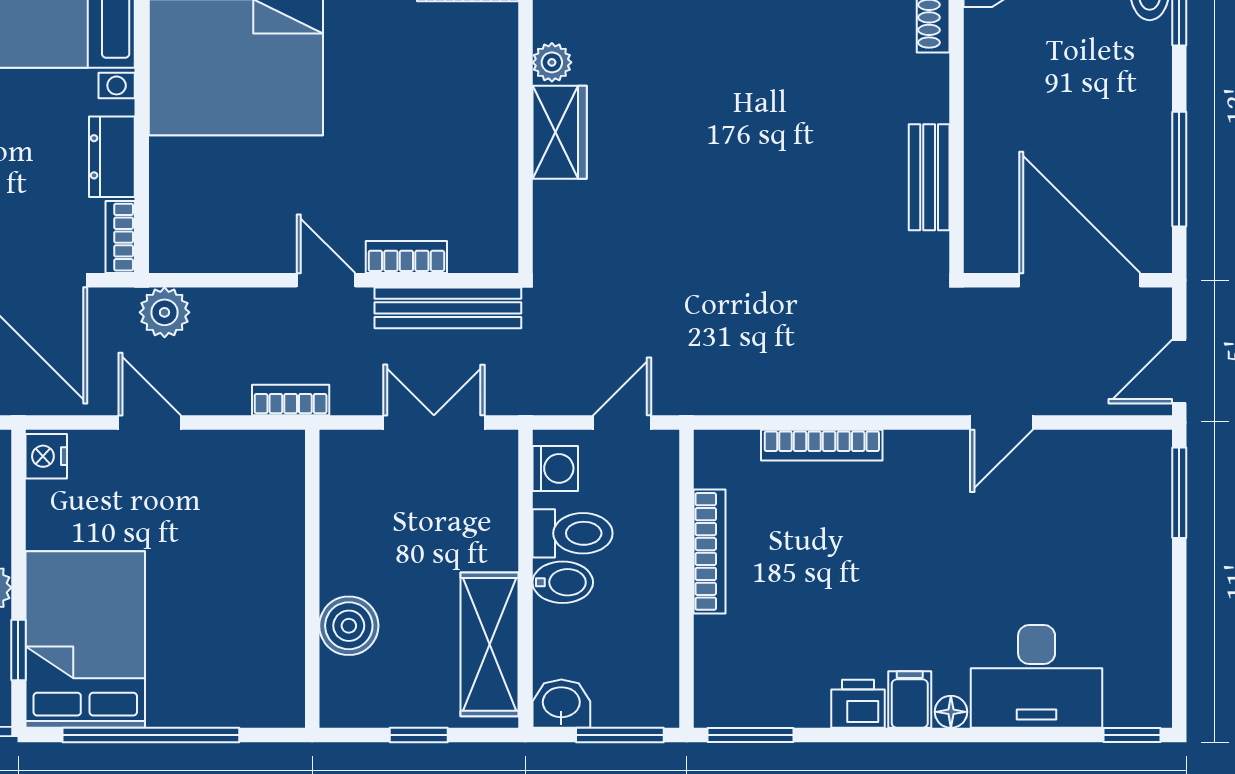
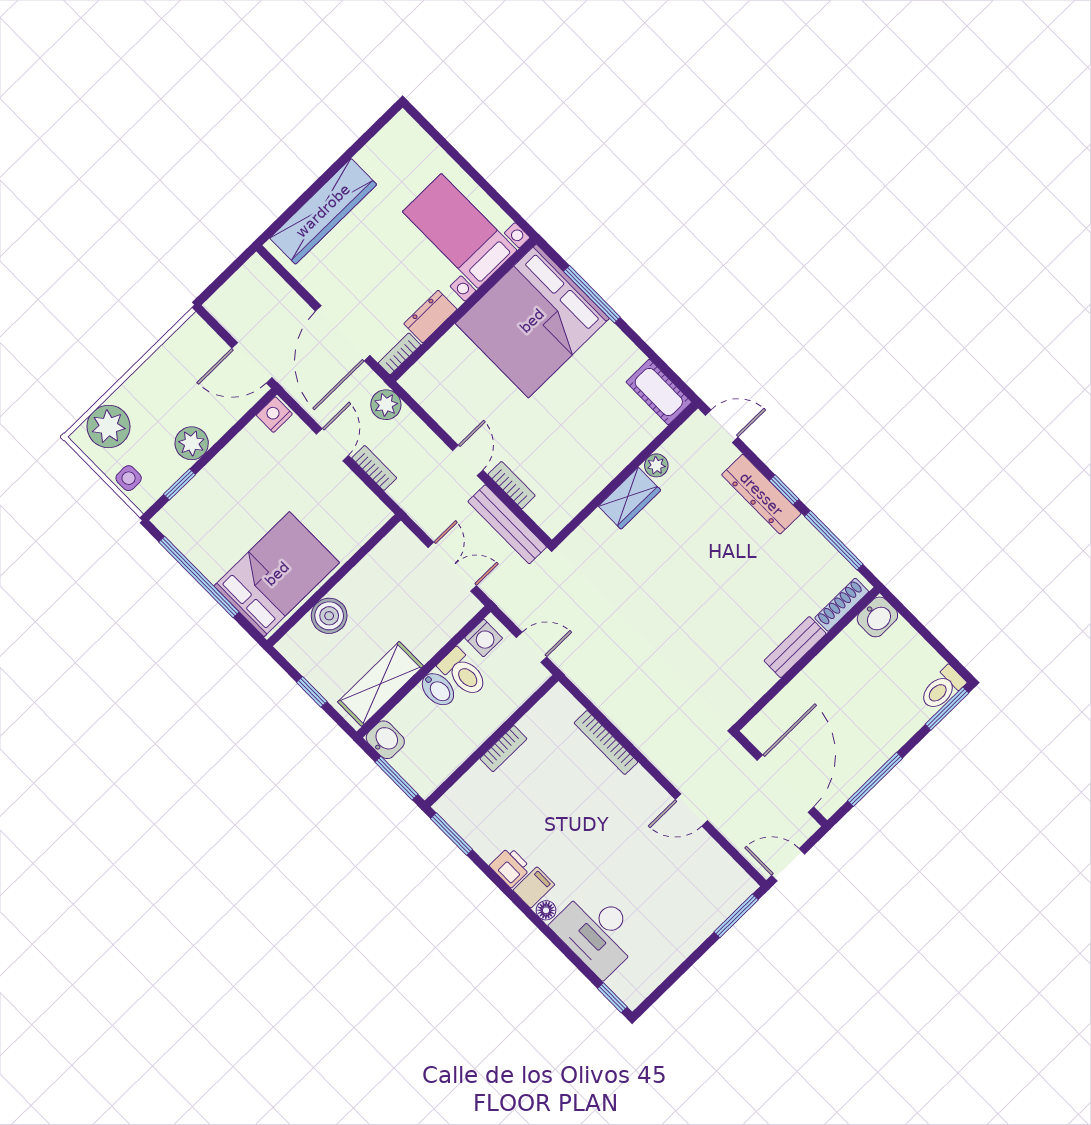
bench: (929, 177) -> (795, 647), moved
bookcase: (291, 400) -> (374, 468), moved
bookcase: (710, 551) -> (503, 749), width x0.64
bed: (85, 640) -> (277, 574), moved

